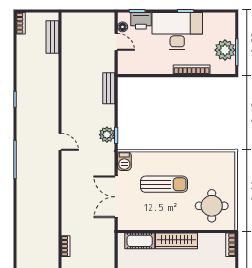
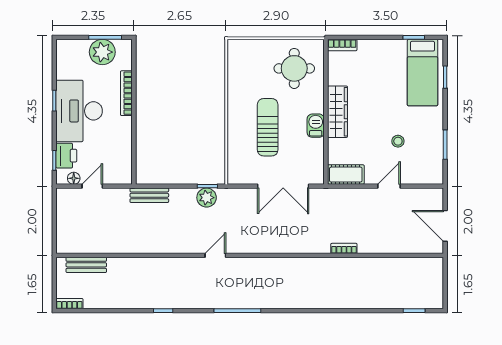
barbecue: (124, 161) -> (316, 126), moved, turned -90
cot: (140, 241) -> (346, 175), moved, turned 90

